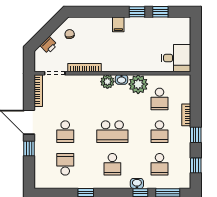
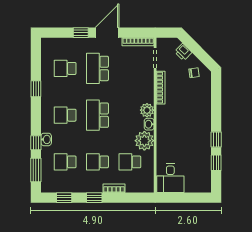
filing cabinet: (118, 24) -> (204, 121), removed
school desk: (65, 132) -> (97, 68), width x1.85
school desk: (65, 164) -> (65, 68), turned 180

